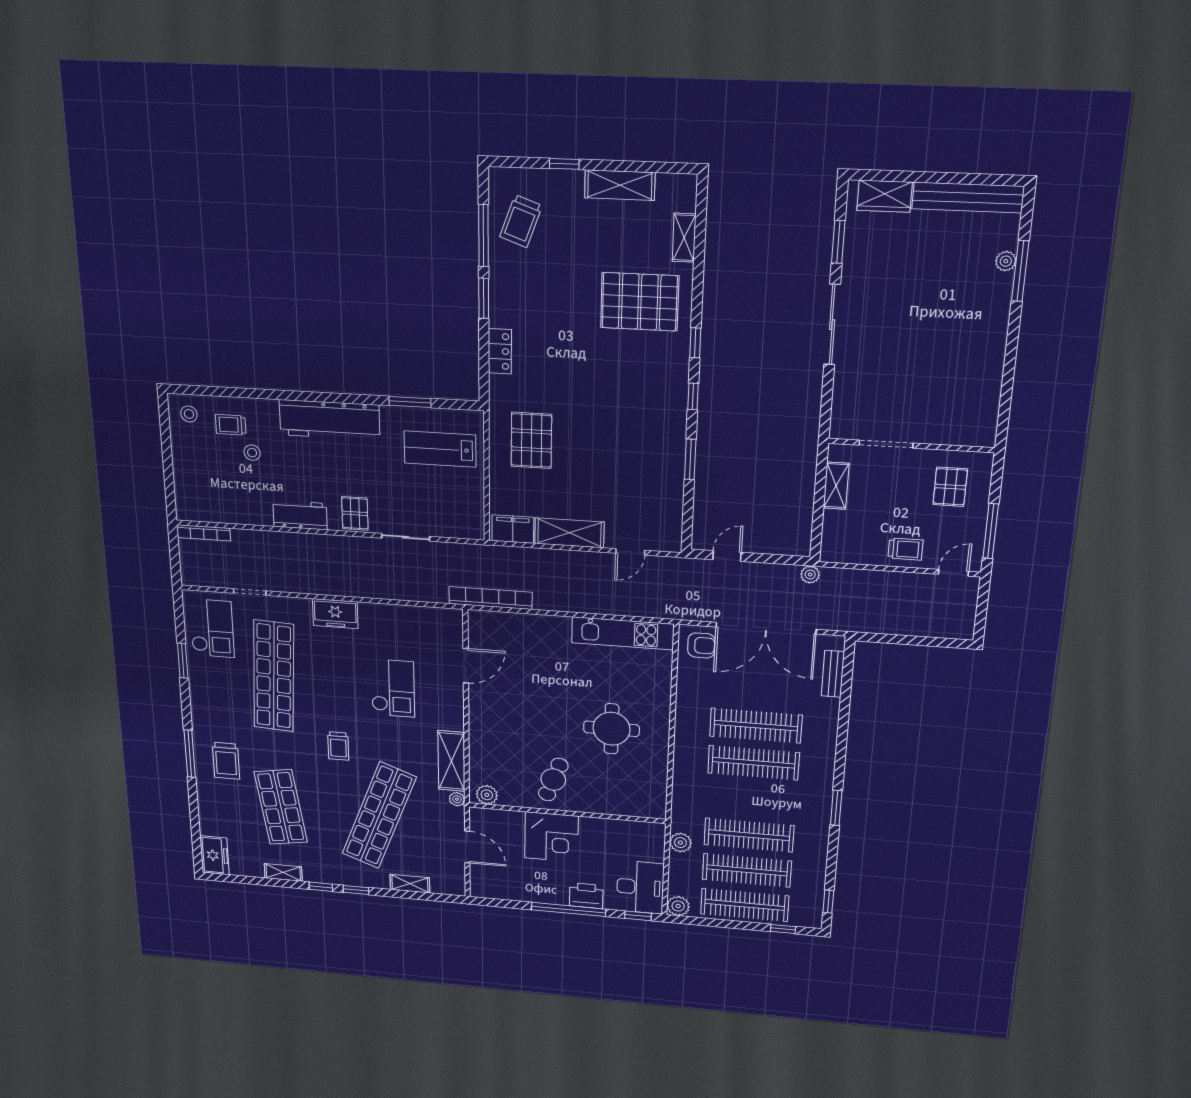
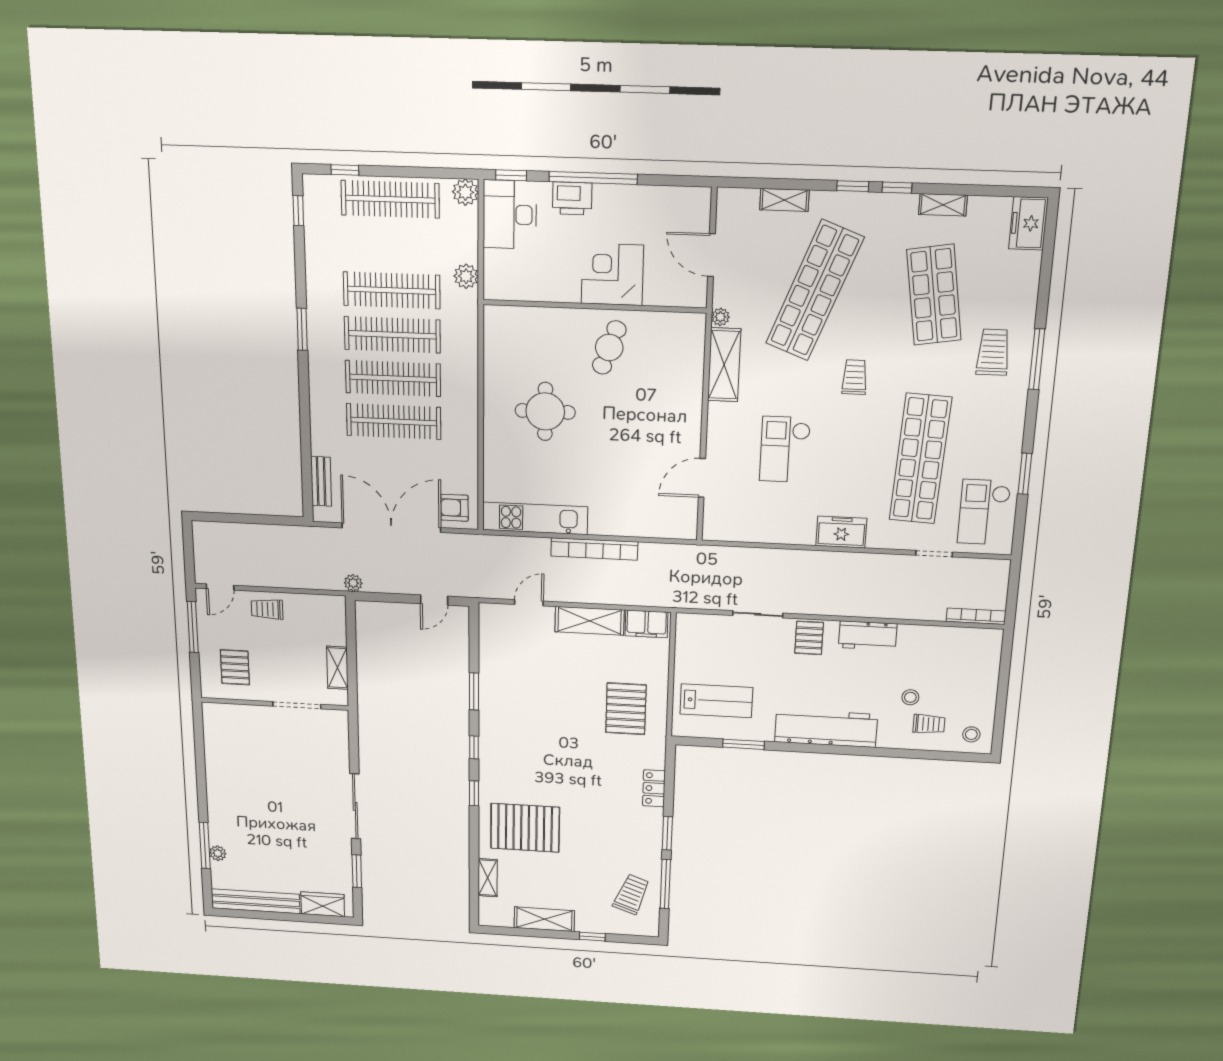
bookcase: (491, 598) -> (594, 549), moved
plant: (487, 795) -> (685, 324), removed
clothes rail: (747, 870) -> (392, 335), moved

